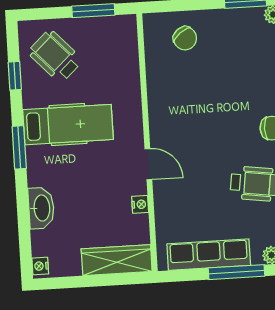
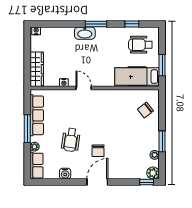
wheelchair: (55, 56) -> (140, 45), turned -137
hospital bed: (68, 125) -> (137, 77), moved, turned 90
door: (148, 164) -> (84, 88), swing flipped
washbasin: (41, 208) -> (85, 33), moved

